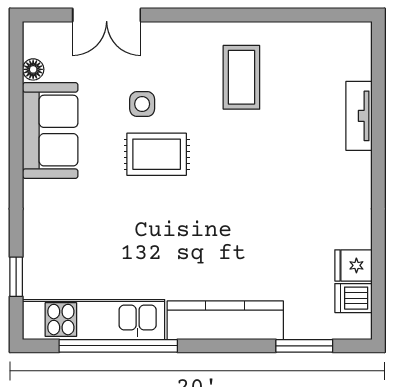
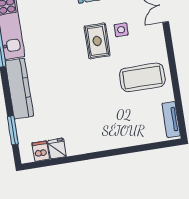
coffee table: (241, 77) -> (142, 77), width x1.36, depth x1.32
tv unit: (359, 116) -> (171, 120), moved, turned -90

